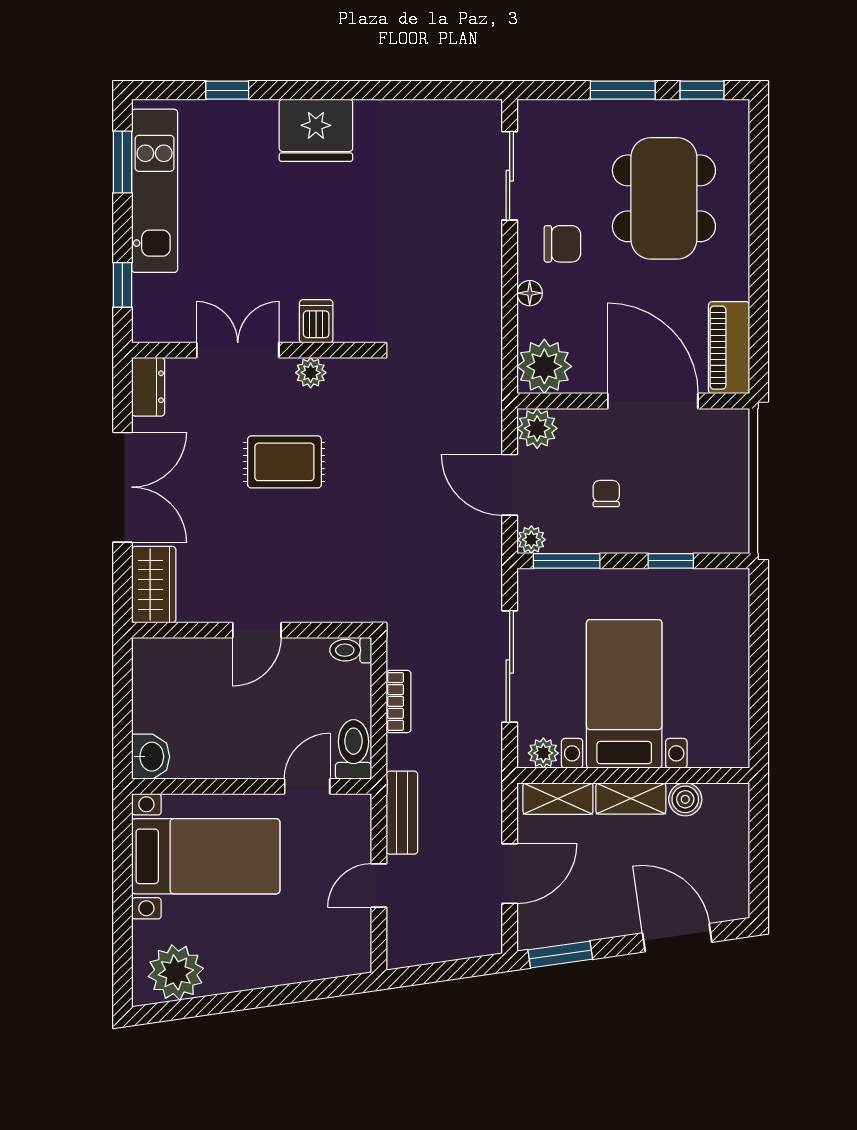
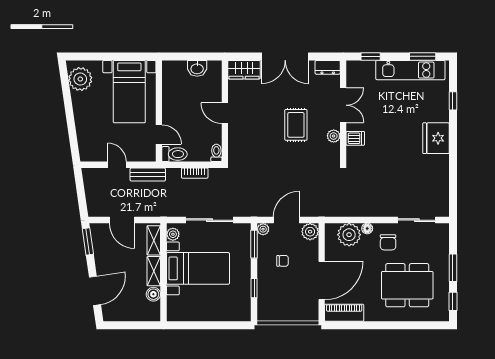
plant: (544, 366) -> (349, 235), moved
washbasin: (151, 757) -> (197, 68), moved

